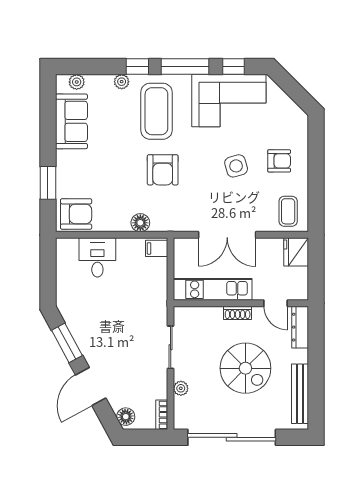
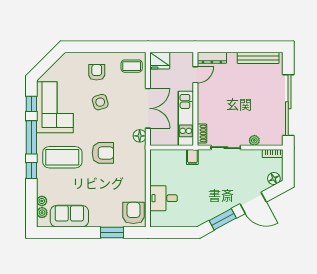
plant: (122, 82) -> (42, 201), moved
floor lamp: (140, 223) -> (140, 136), moved
filing cabinet: (157, 248) -> (192, 157), moved
shoe rack: (238, 313) -> (202, 133), moved
spiral stairs: (245, 368) -> (240, 96), removed

